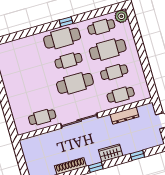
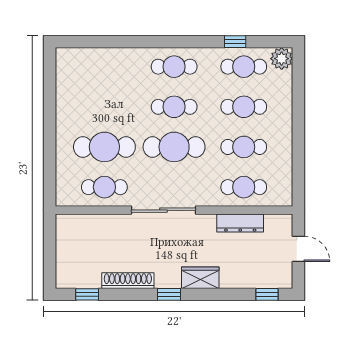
window: (66, 22) -> (235, 42), moved
cafe table: (62, 38) -> (174, 67), width x0.73, depth x0.74
cafe table: (108, 50) -> (244, 107), width x0.73, depth x0.74
cafe table: (36, 95) -> (104, 147), added
window: (137, 155) -> (267, 294), moved

